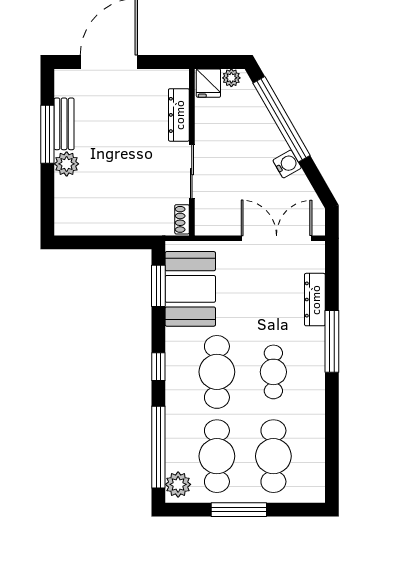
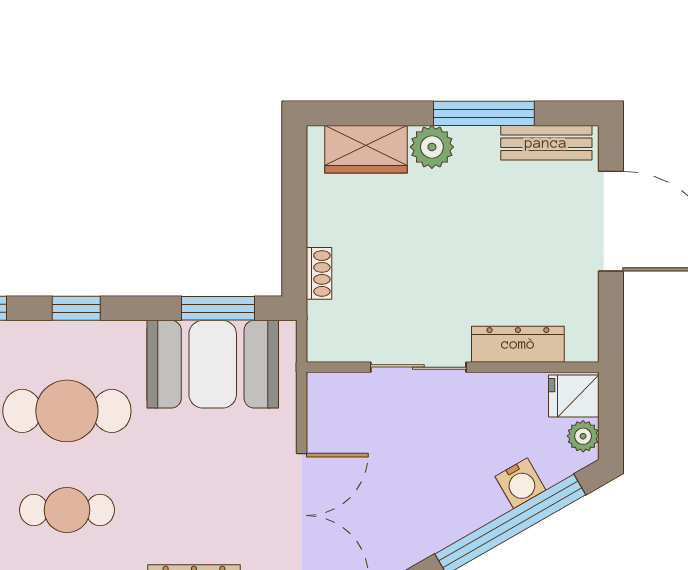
bench: (64, 124) -> (546, 143), moved
water cooler: (287, 164) -> (520, 483), moved
wardrobe: (68, 202) -> (366, 149), added
shoe rack: (182, 219) -> (319, 273), moved, turned 90

